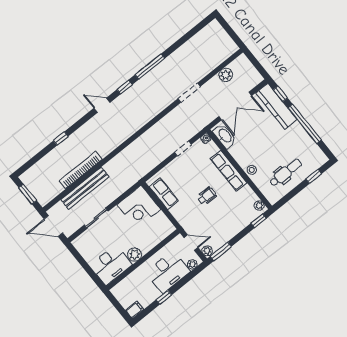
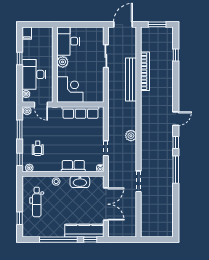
plant: (226, 75) -> (131, 136), moved
double door: (235, 106) -> (106, 204), swing flipped
washbasin: (225, 136) -> (80, 182), moved
window: (61, 138) -> (176, 55), moved
row of seats: (229, 171) -> (73, 166), width x0.68
bench: (85, 188) -> (131, 79), moved
row of seats: (164, 194) -> (80, 112), width x1.48
wheelchair: (207, 196) -> (38, 148), moved
corner desk: (139, 207) -> (70, 90), moved, turned 90
door: (191, 243) -> (41, 104), hinge flipped
window: (221, 251) -> (20, 129), moved

